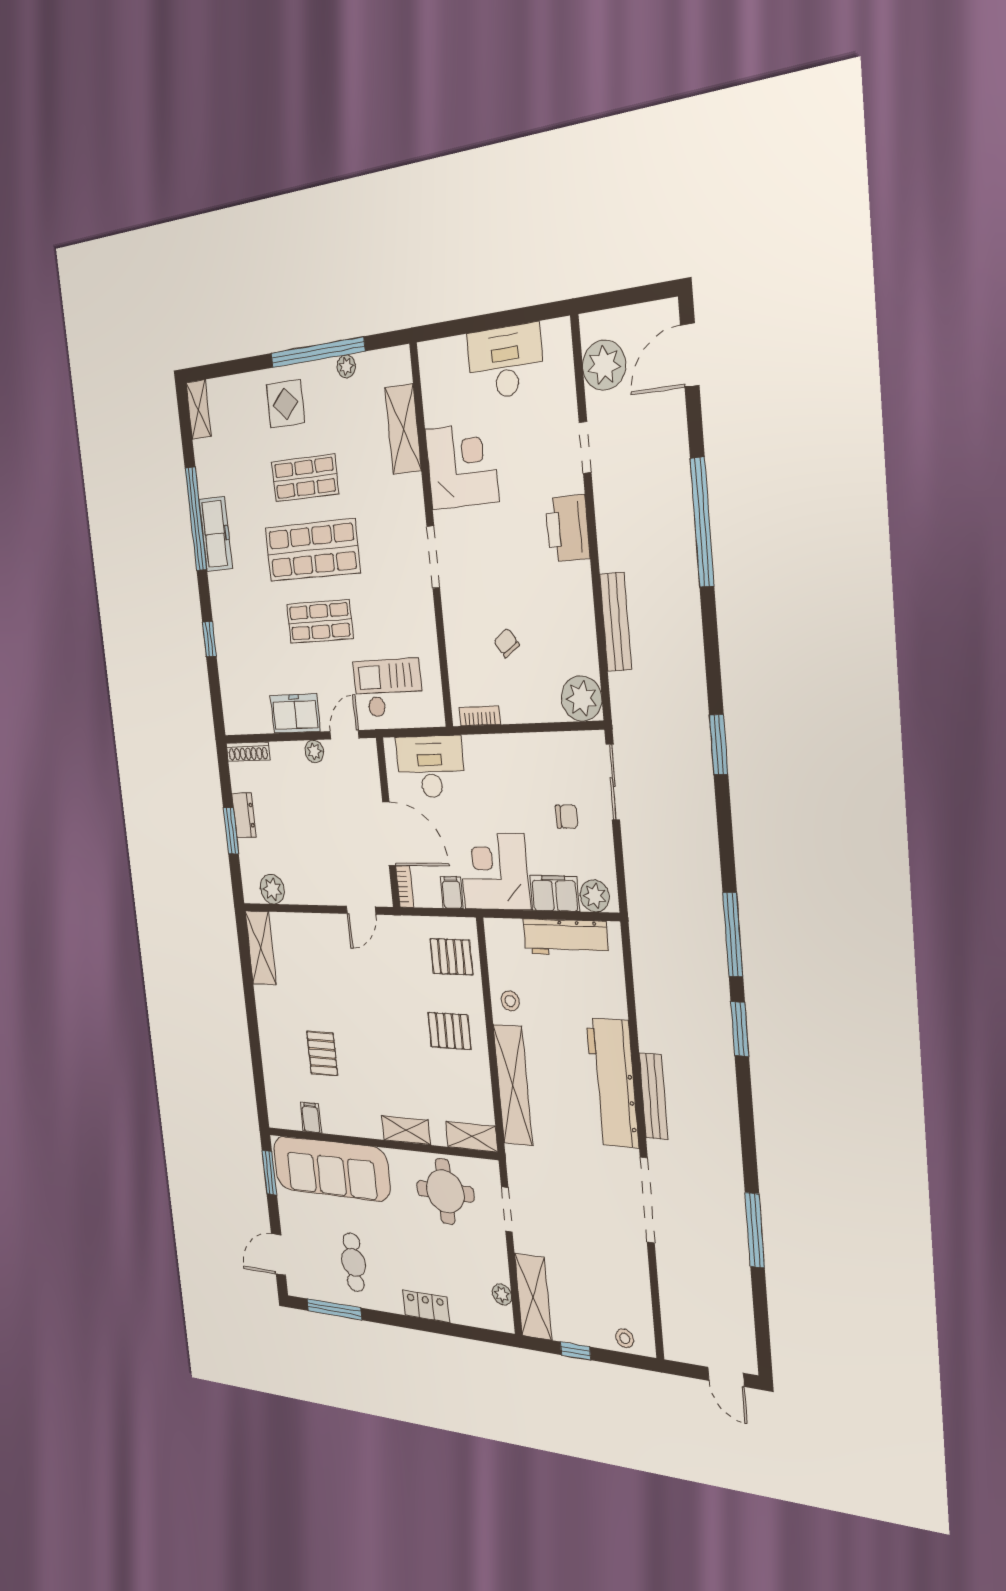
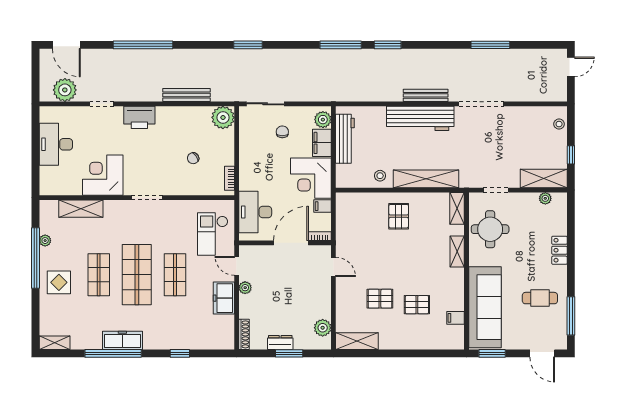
pallet: (451, 957) -> (380, 299), moved, turned 90

